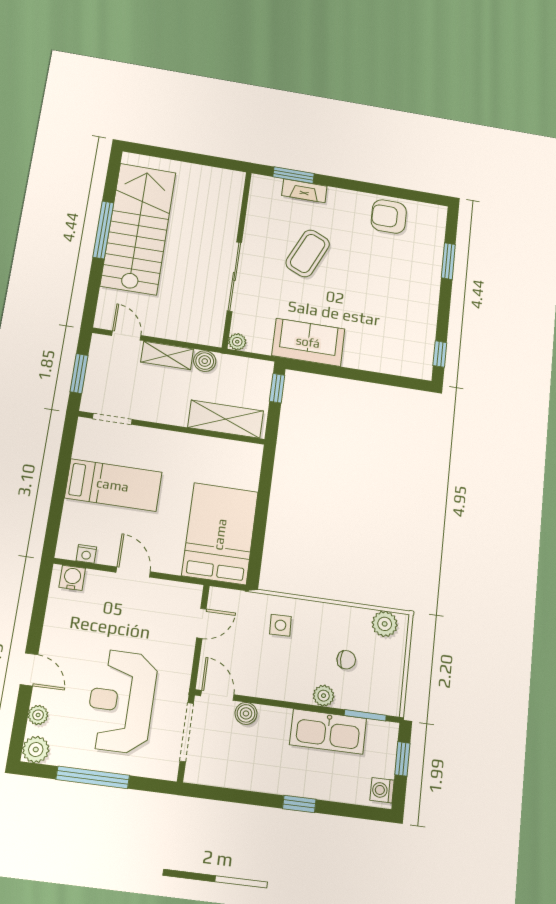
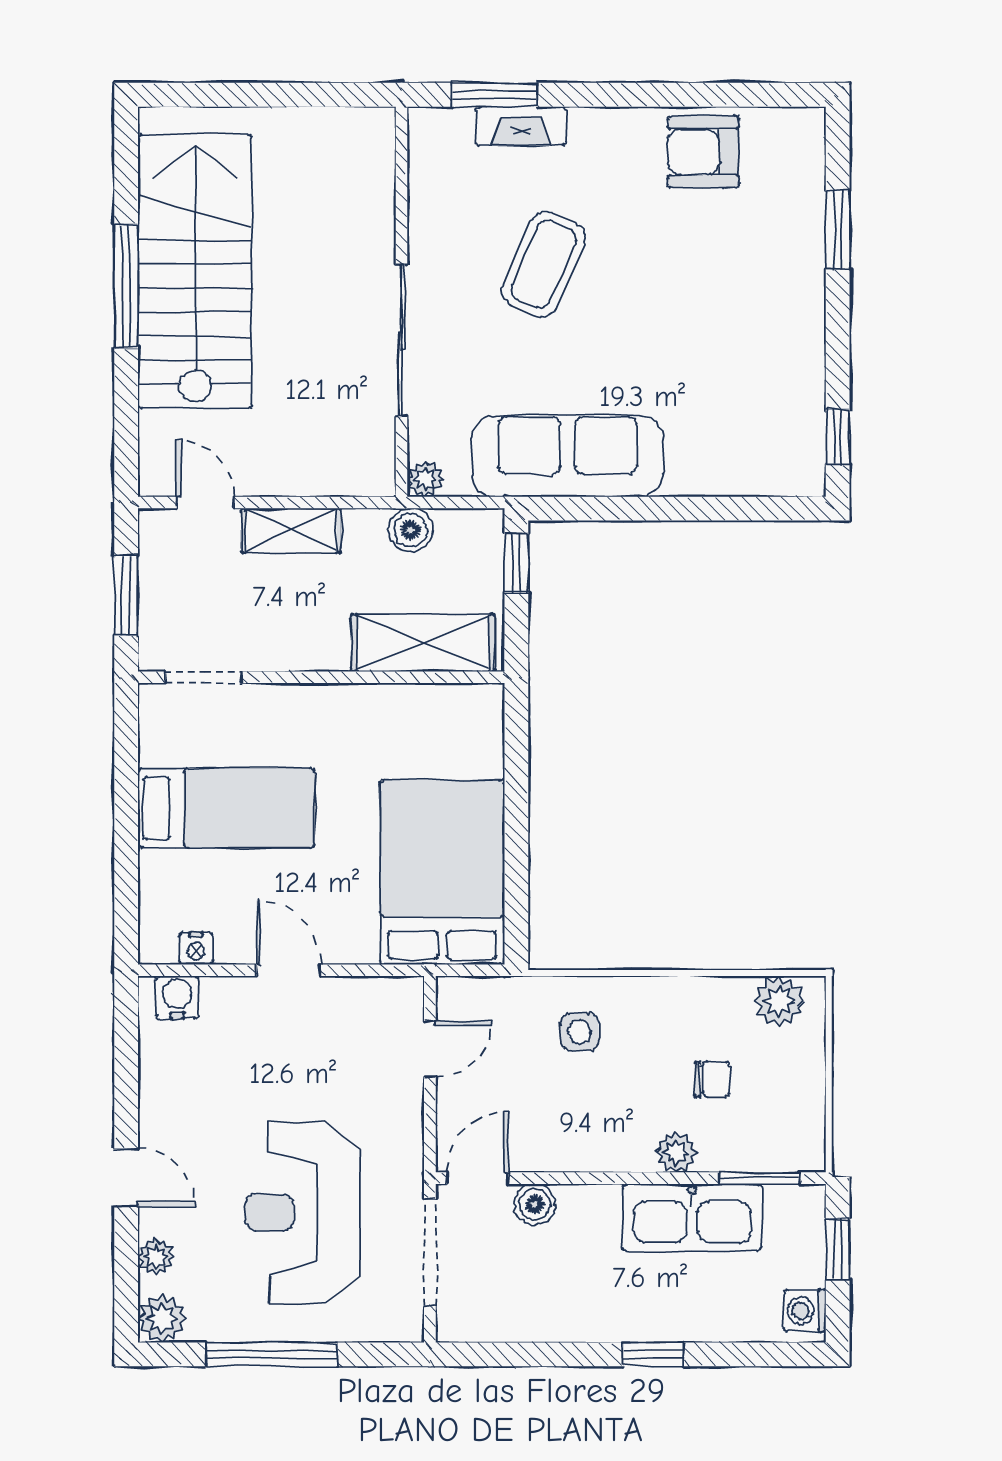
sofa: (308, 342) -> (567, 456), width x1.36
boiler: (205, 361) -> (411, 530), moved
door: (217, 695) -> (477, 1178), hinge flipped

